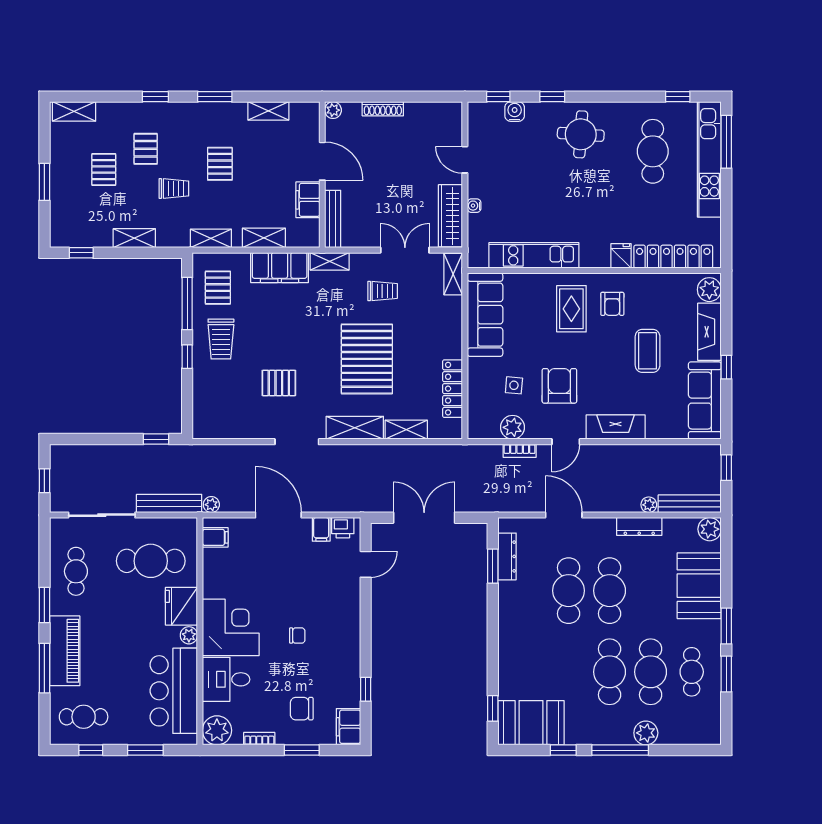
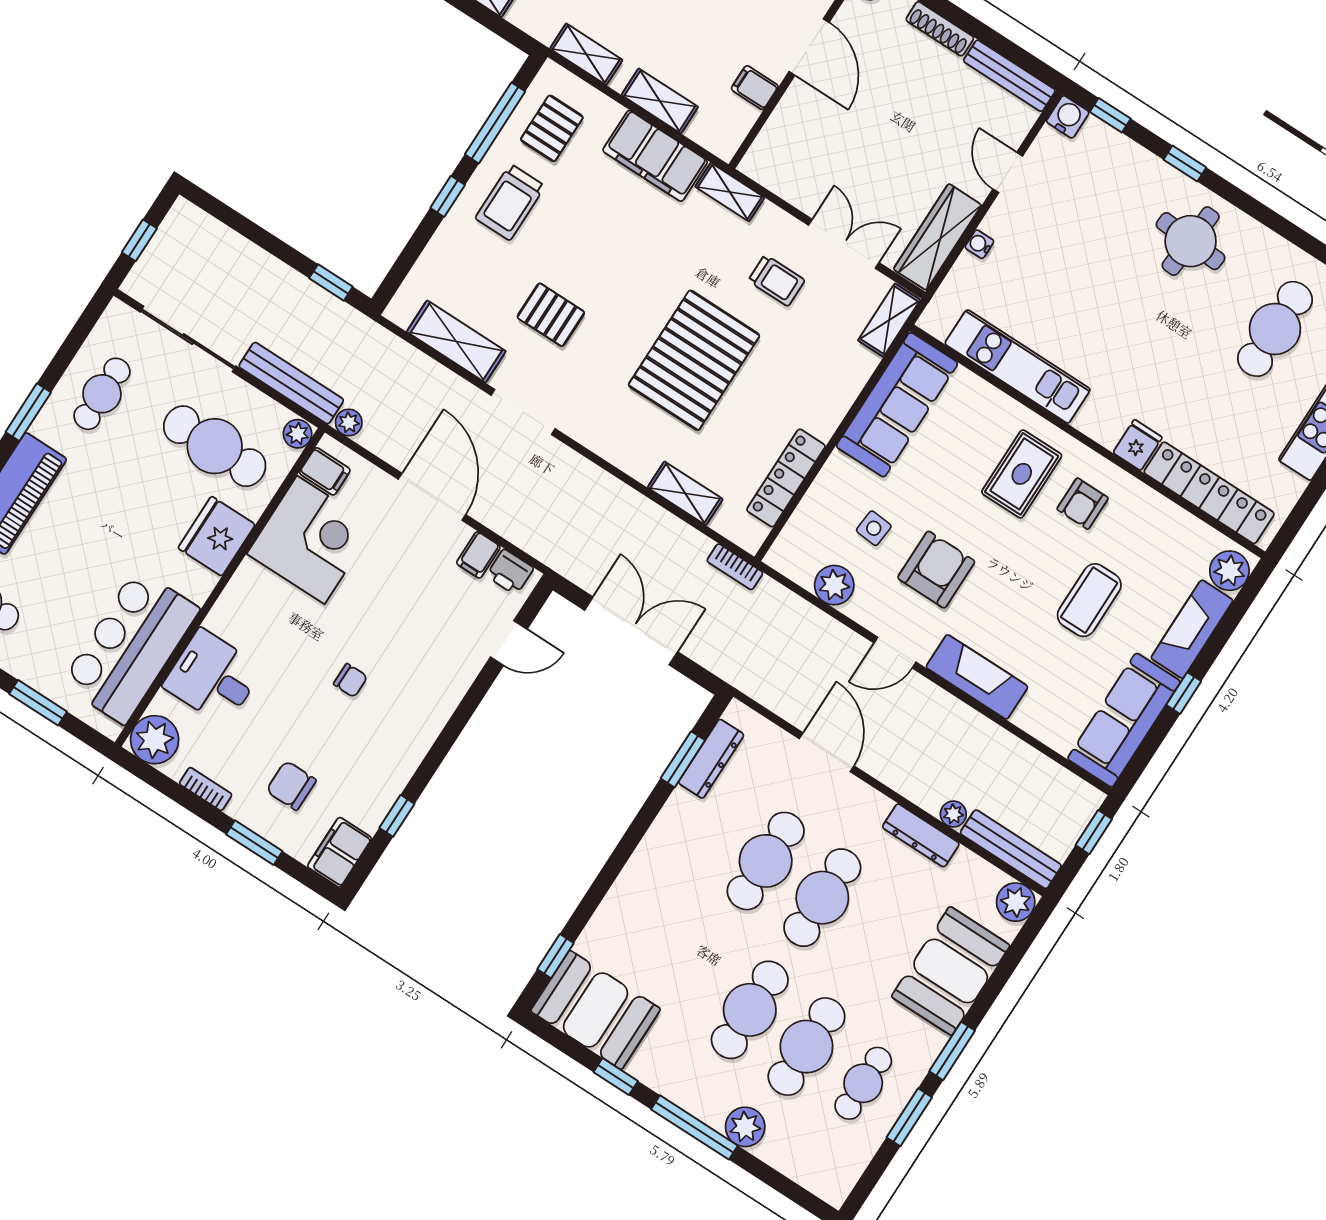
water cooler: (515, 112) -> (1068, 117), moved
filing cabinet: (308, 200) -> (755, 88), width x0.50
bench: (333, 219) -> (1009, 76), moved, turned 90
shelving: (355, 428) -> (456, 342), moved
bookcase: (520, 451) -> (735, 567), moved
corner desk: (231, 627) -> (311, 540), moved
plant: (189, 635) -> (298, 434), moved

